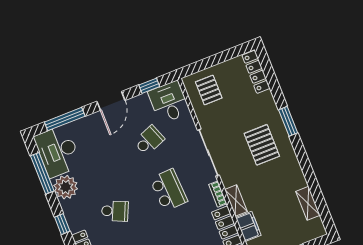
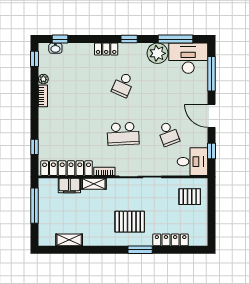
locker: (256, 72) -> (171, 240), moved

